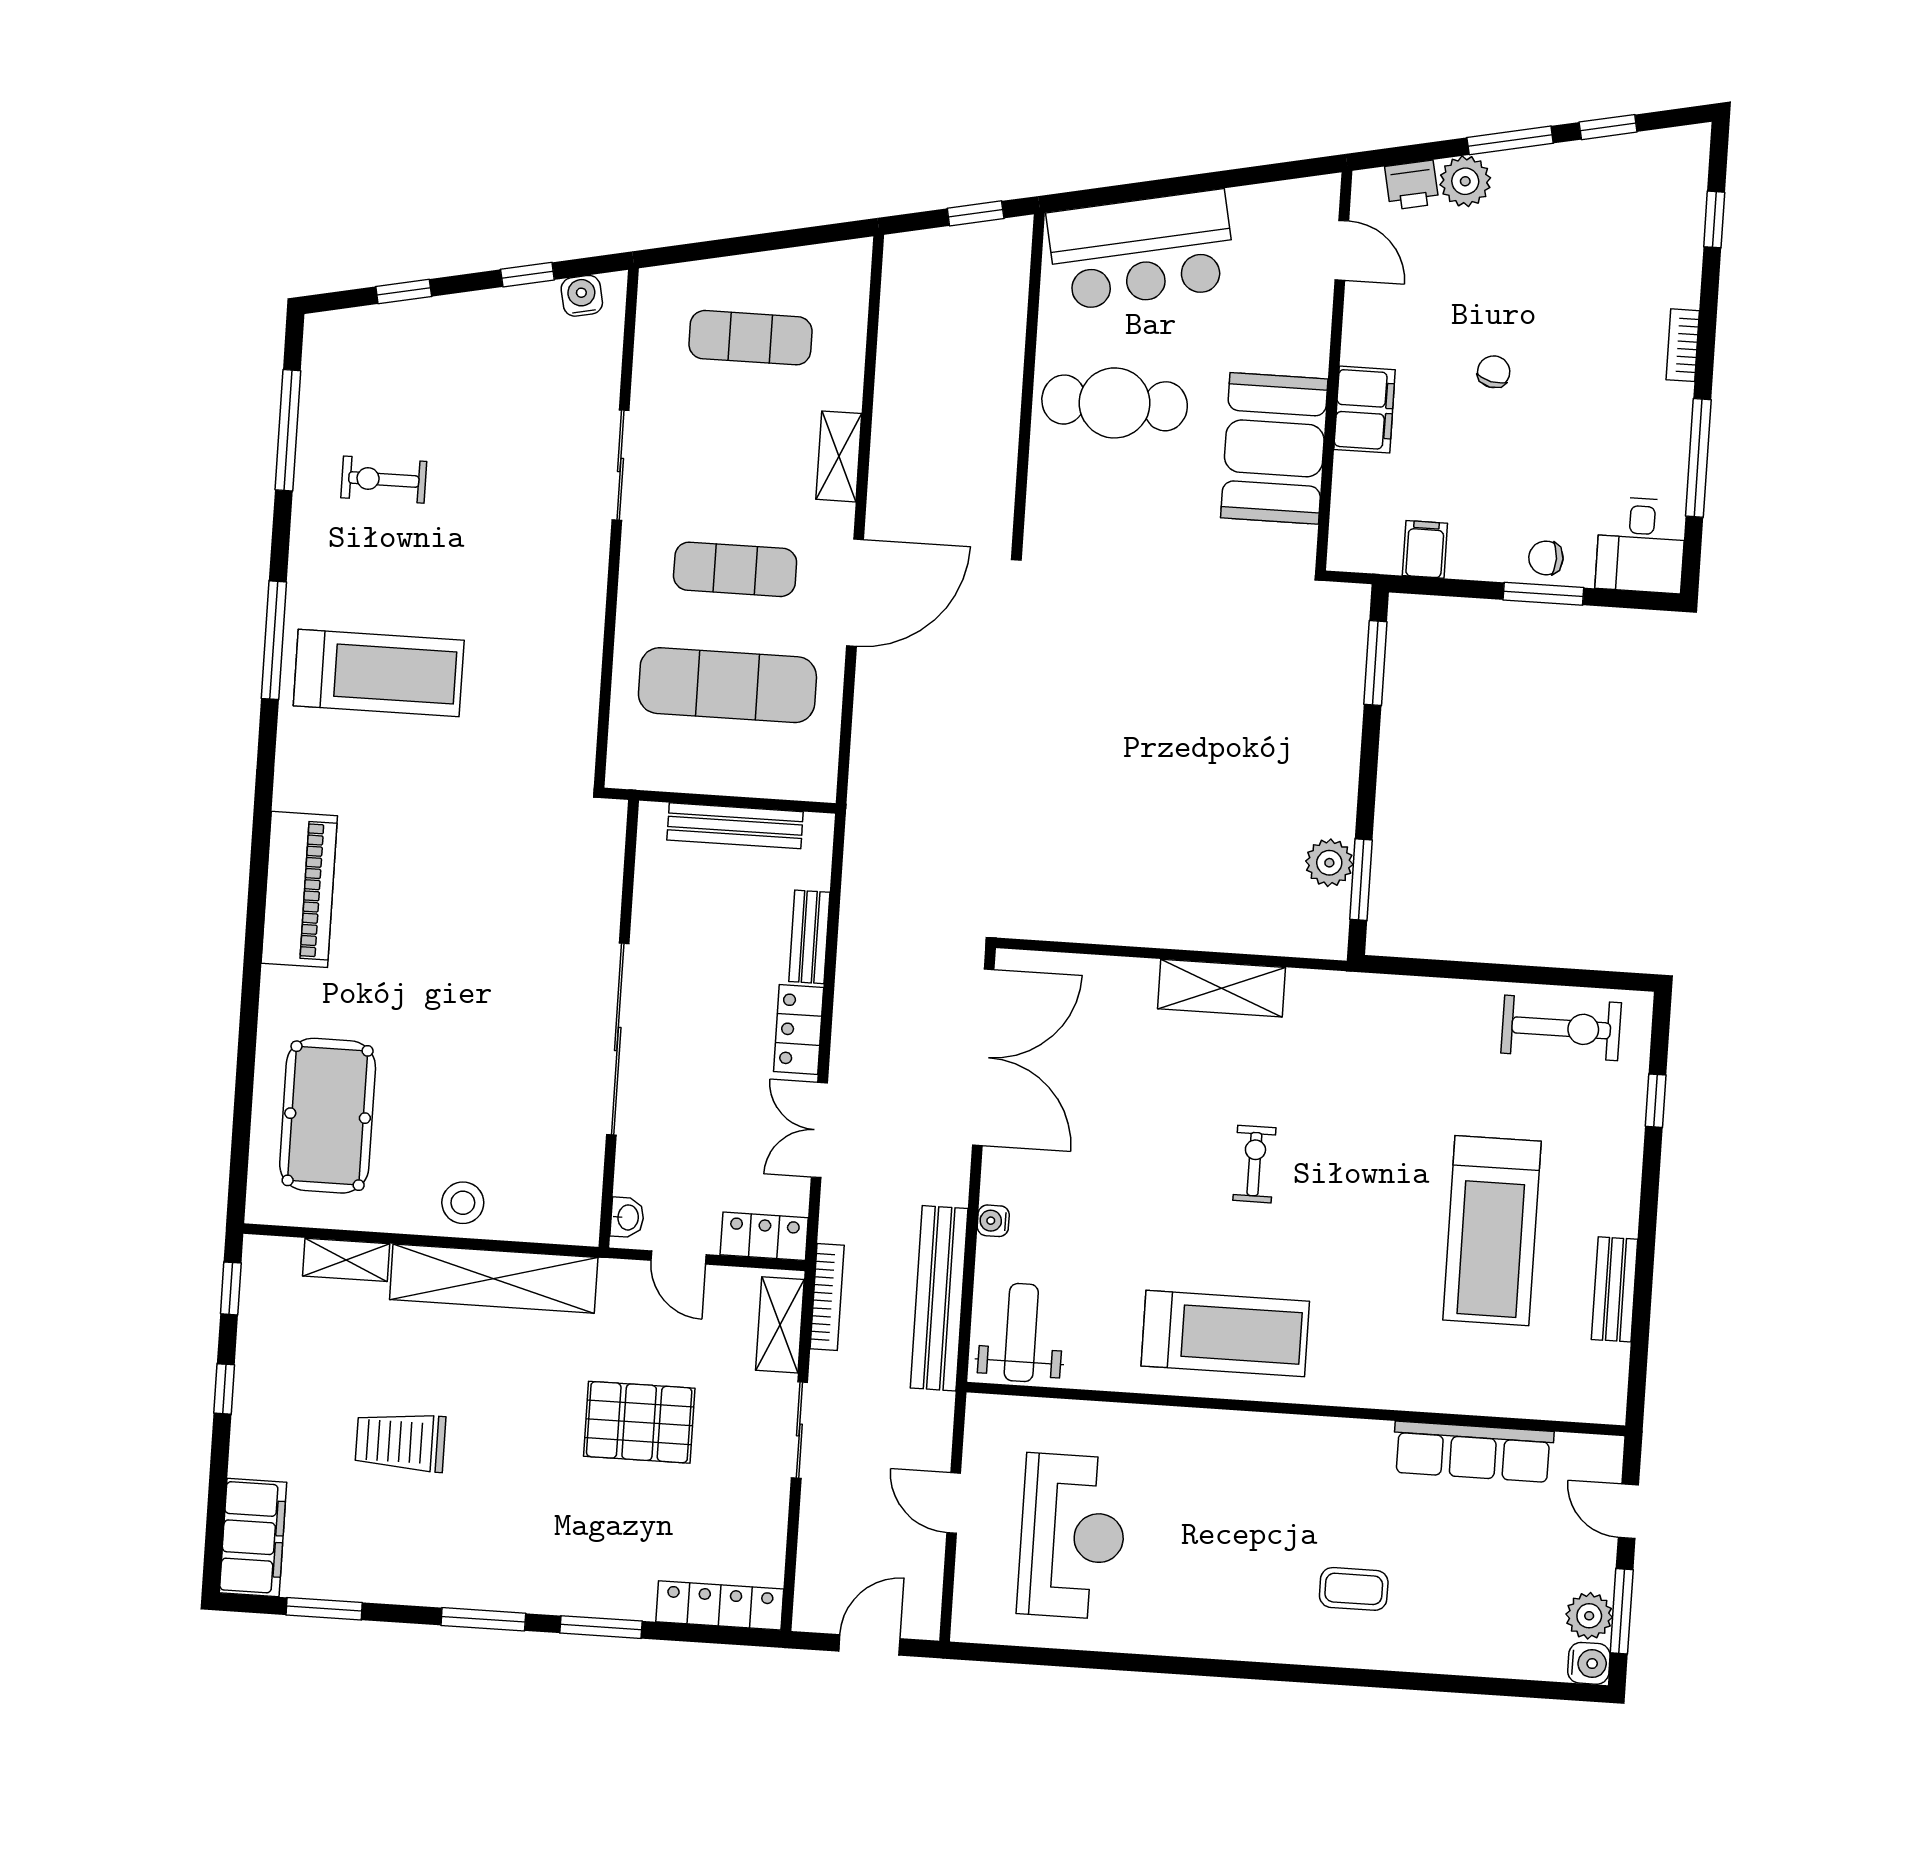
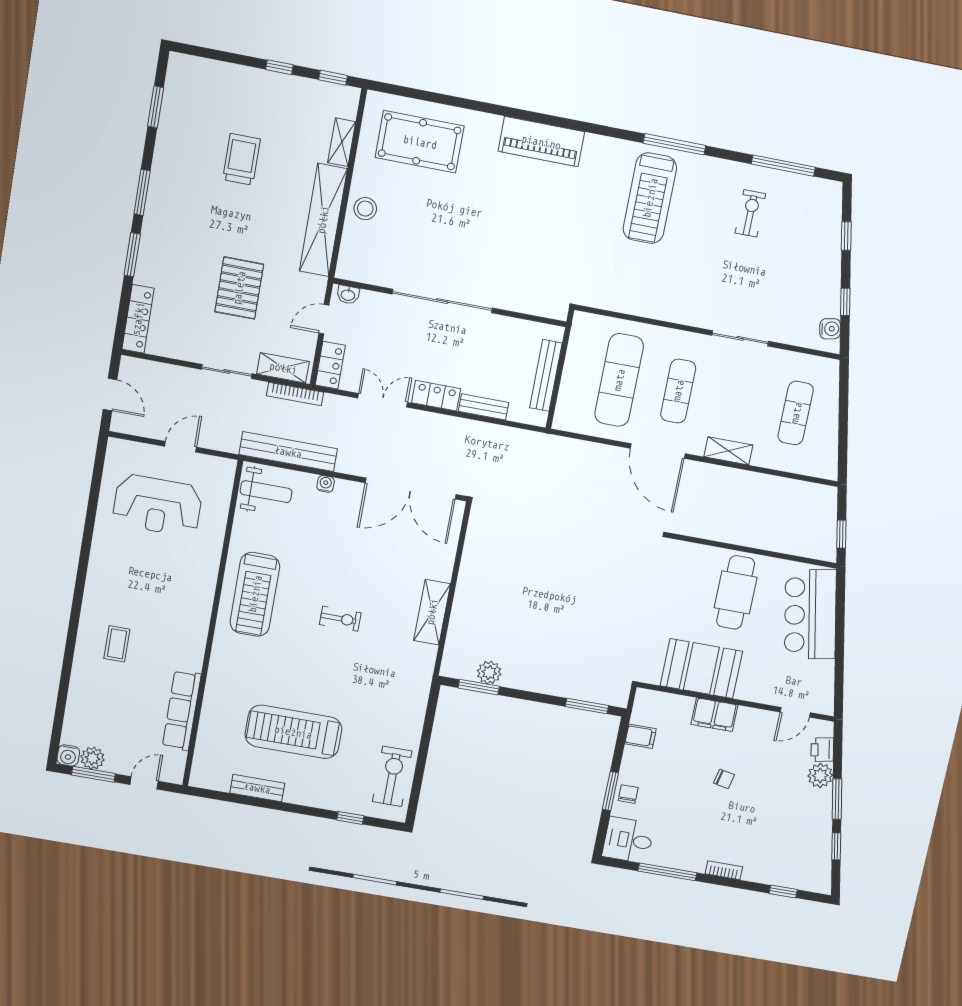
exercise bike: (1561, 1028) -> (392, 776), turned 180
filing cabinet: (253, 1538) -> (198, 73), removed

